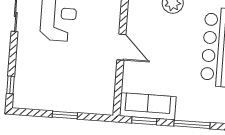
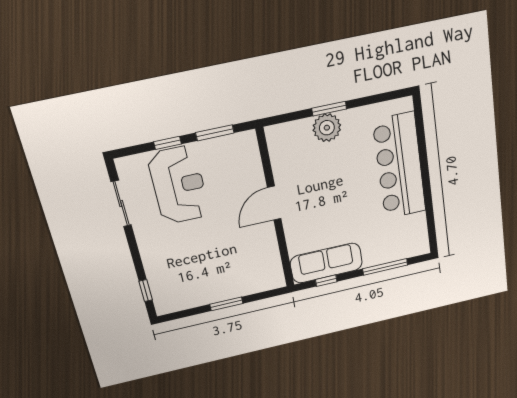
door: (121, 47) -> (274, 203), swing flipped
window: (144, 121) -> (326, 281), width x0.67

